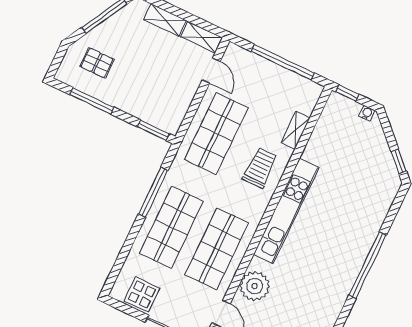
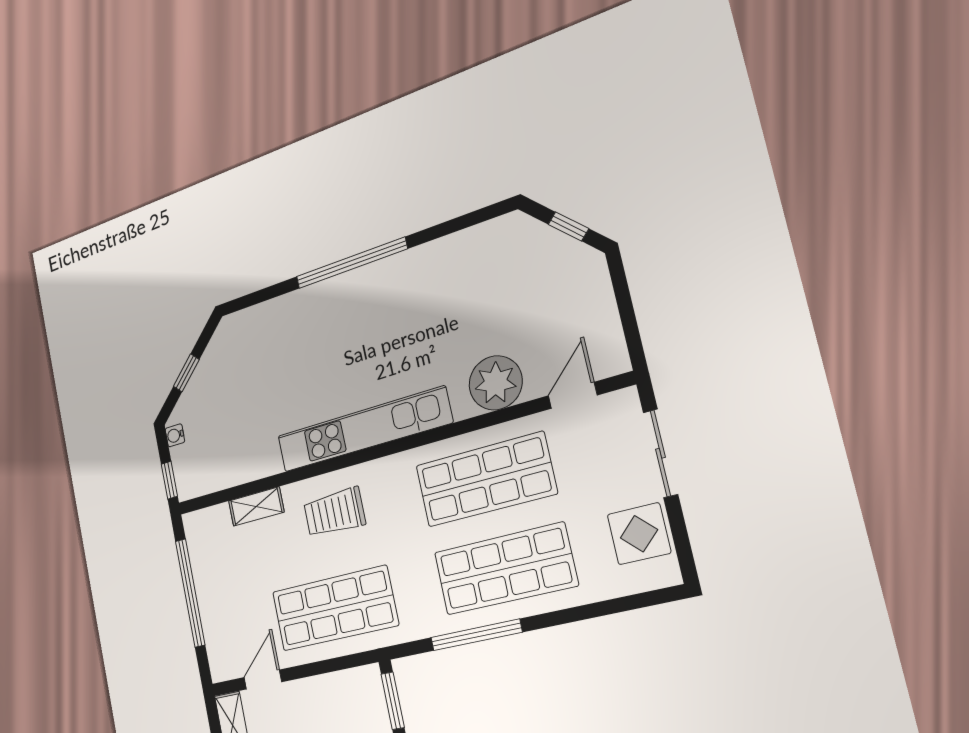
window: (399, 161) -> (186, 373), moved

